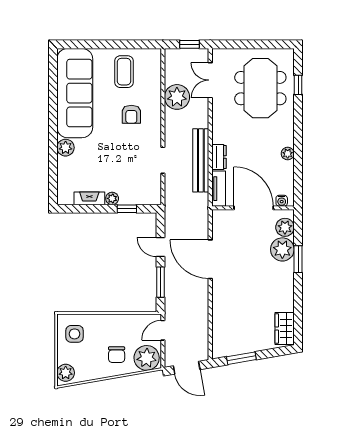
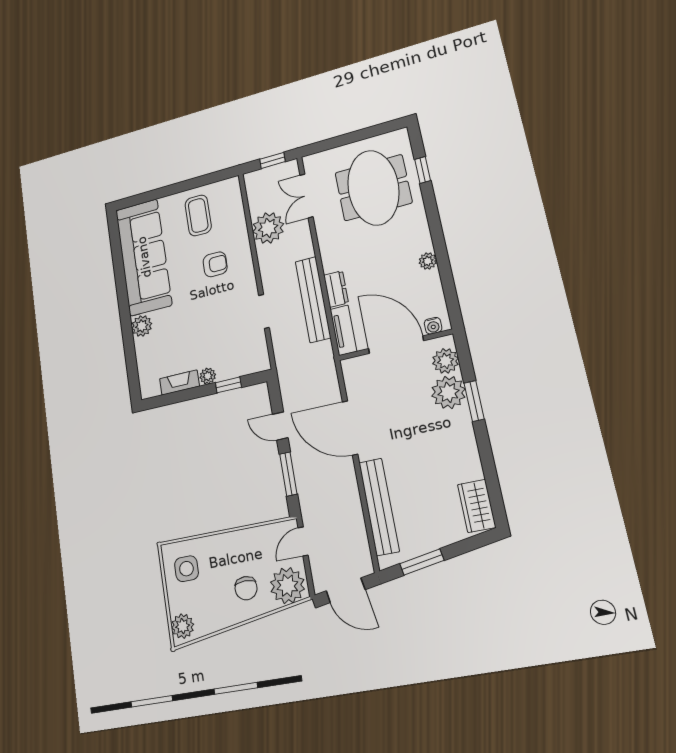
armchair: (131, 114) -> (215, 264), turned -90
bench: (220, 317) -> (379, 507), added

